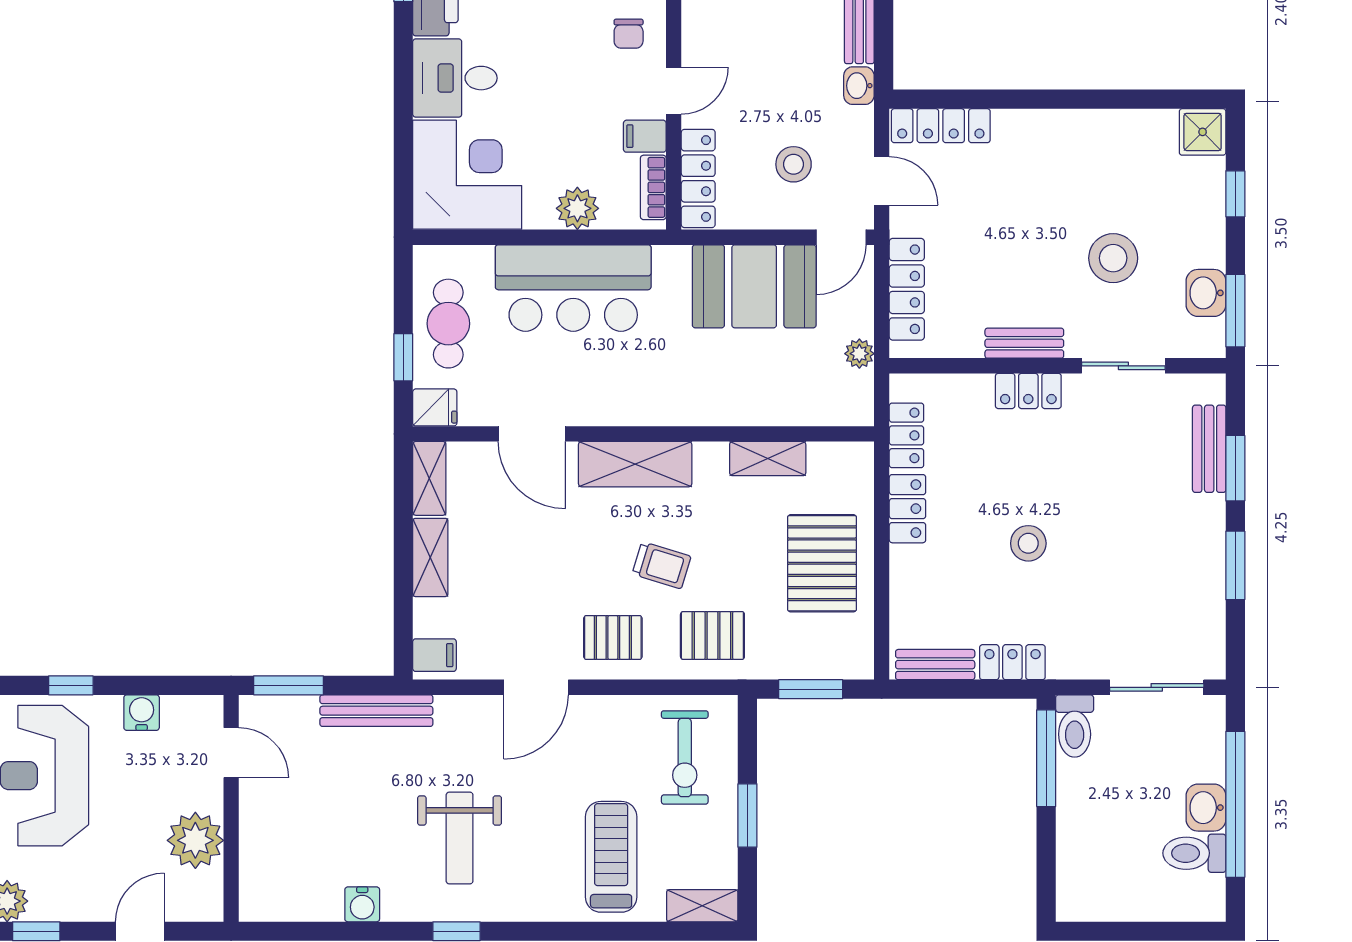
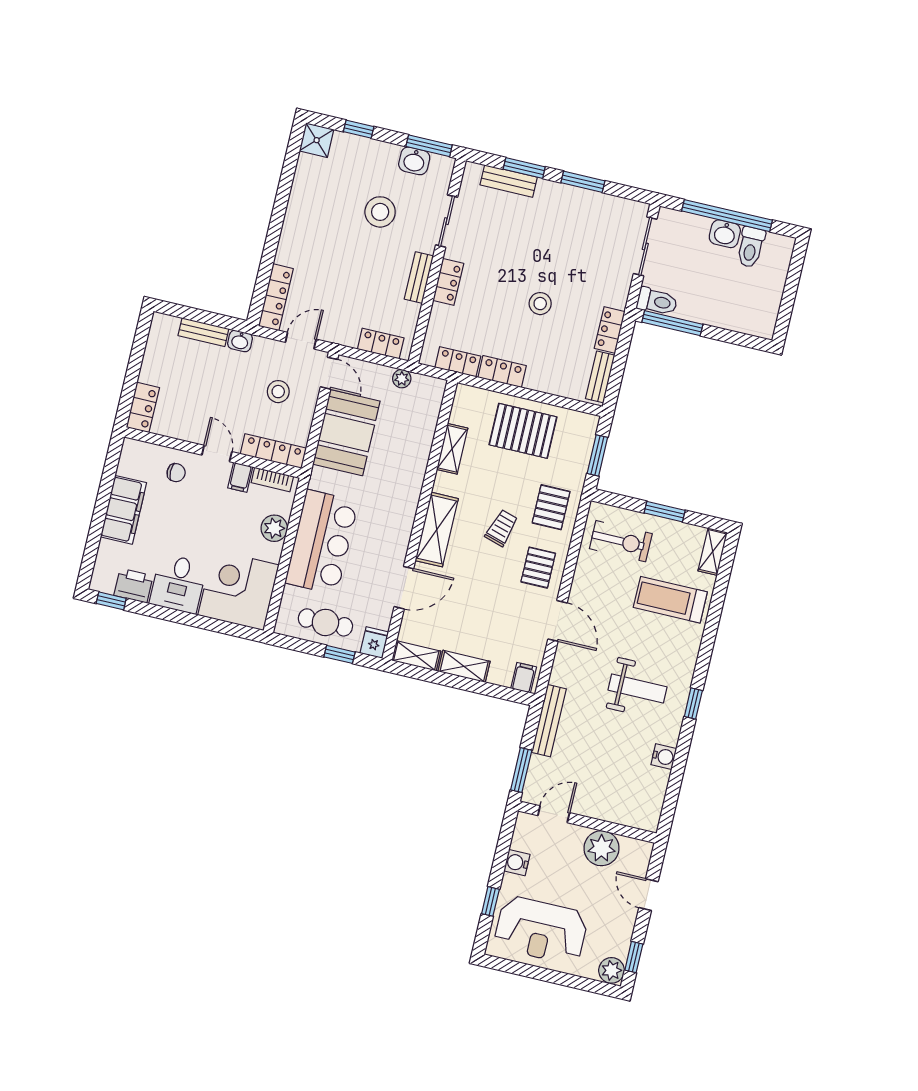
locker: (907, 289) -> (381, 343), width x0.66

